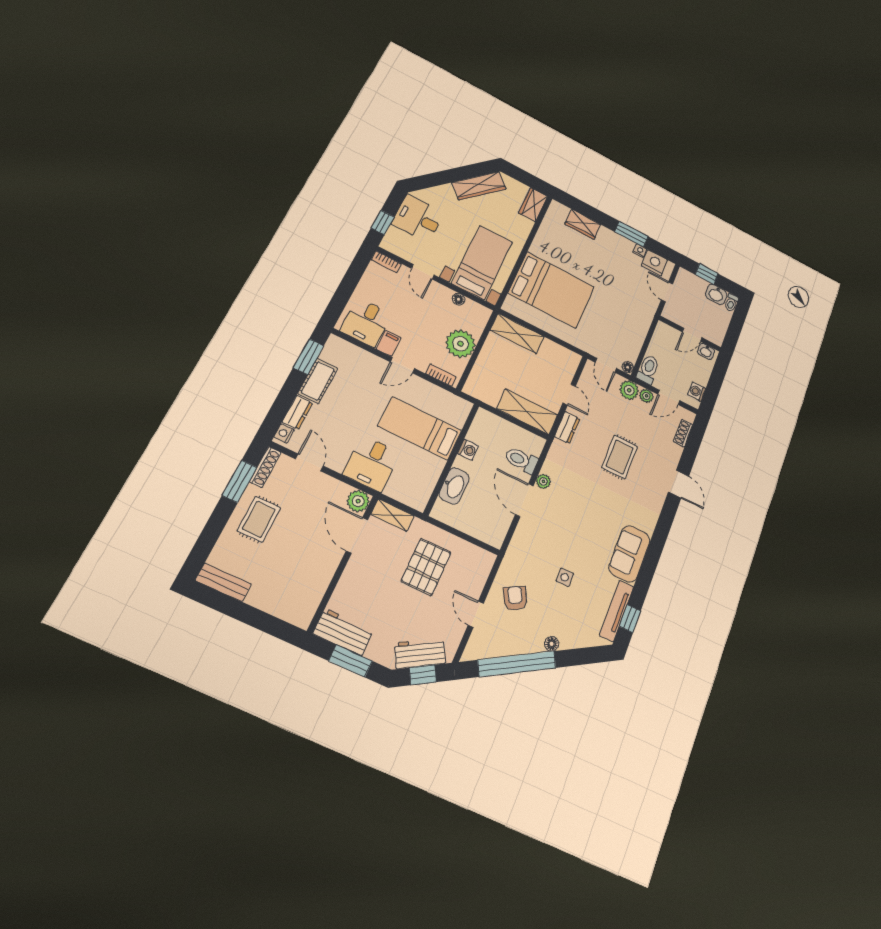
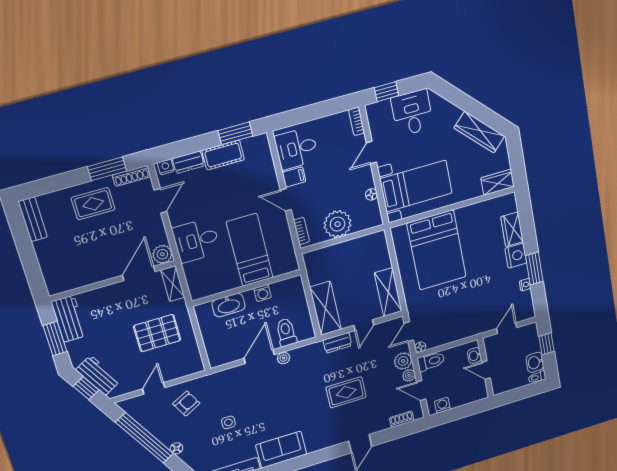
nightstand: (654, 263) -> (516, 256), moved
shelving: (517, 333) -> (388, 292), moved
washbasin: (706, 351) -> (474, 356), moved

